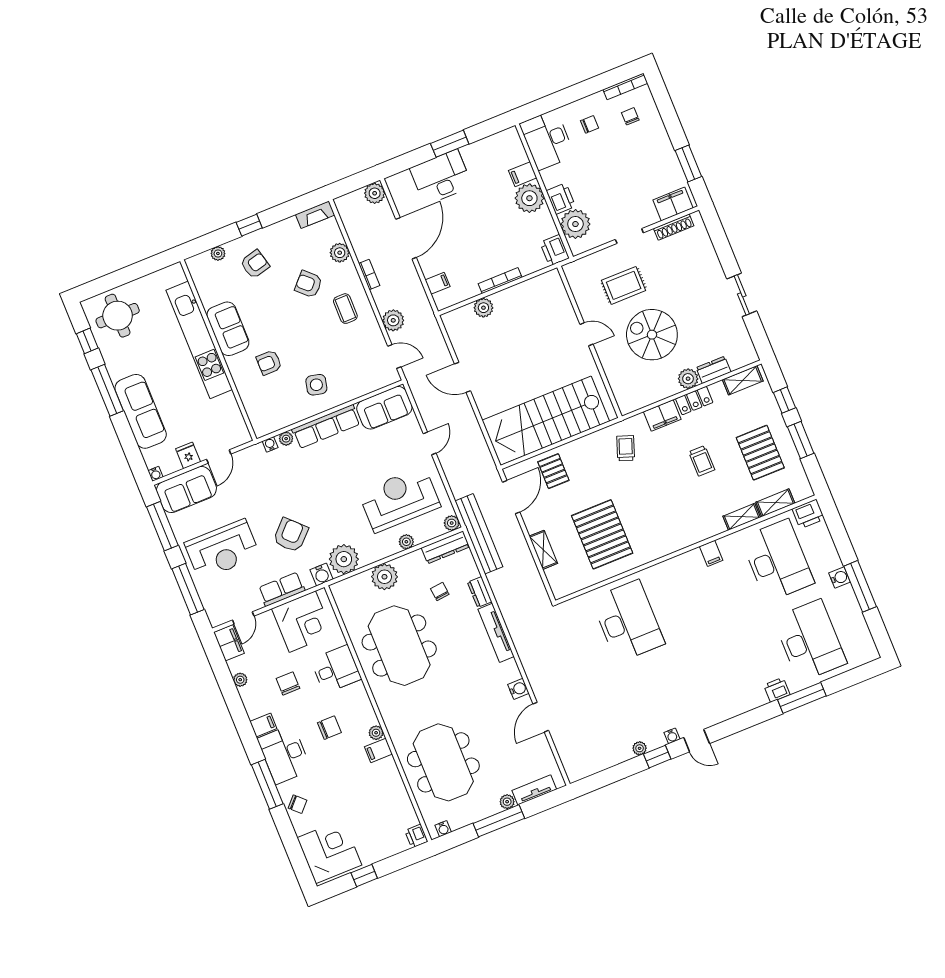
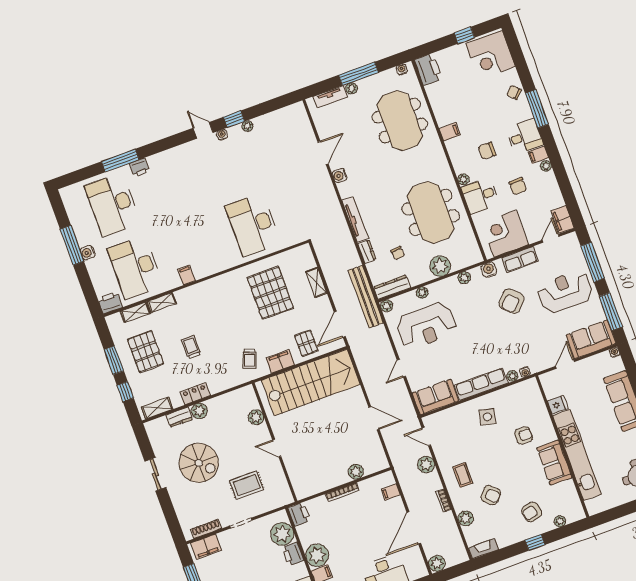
spiral stairs: (652, 335) -> (199, 463), moved
plant: (615, 373) -> (256, 417), added
filing cabinet: (662, 415) -> (280, 361), moved
fridge: (188, 455) -> (558, 405), moved, turned -90
plant: (344, 559) -> (464, 278), width x0.53, depth x0.53
plant: (240, 680) -> (546, 166), moved
plant: (376, 733) -> (463, 179), moved
desk: (284, 754) -> (525, 136), width x0.73
printer: (416, 836) -> (428, 69), width x1.87, depth x1.48

